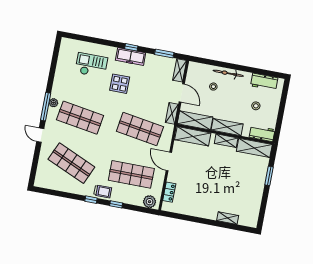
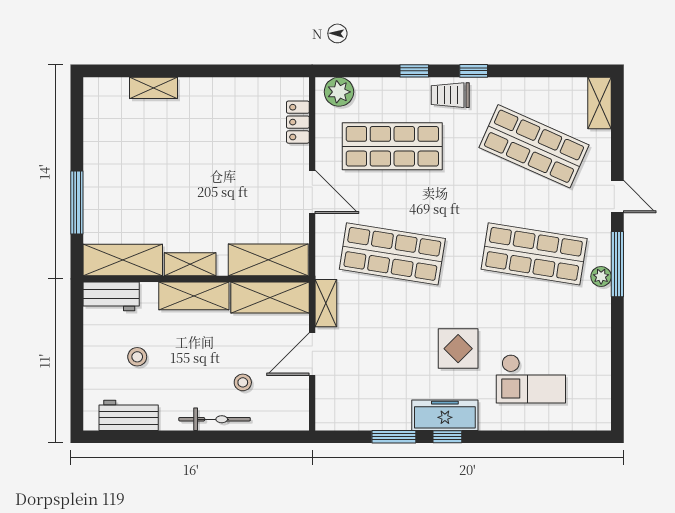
window: (164, 54) -> (394, 437), moved
shelving: (180, 70) -> (600, 103), moved
door: (182, 93) -> (312, 354), hinge flipped
window: (269, 176) -> (77, 202), width x1.44

